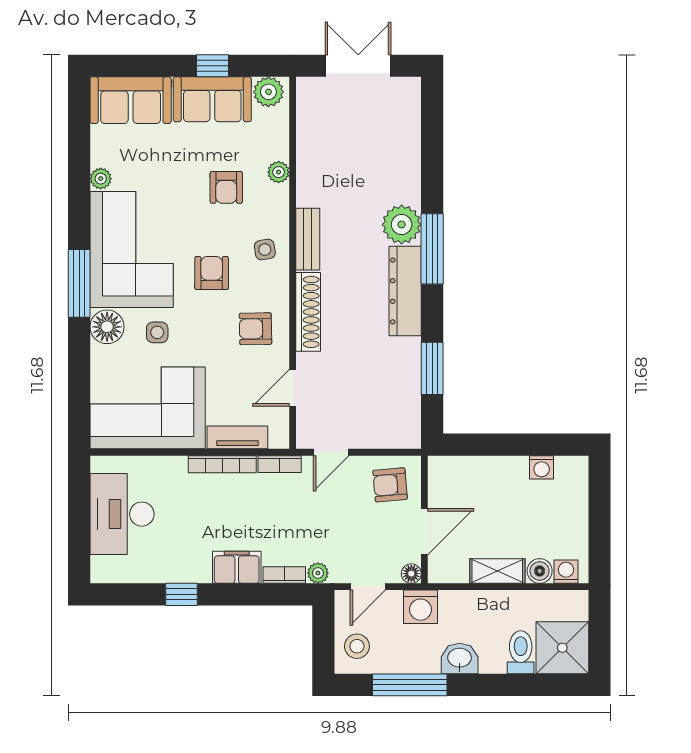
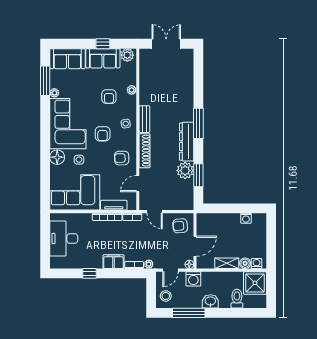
plant: (402, 225) -> (185, 171), moved
armchair: (212, 273) -> (103, 134), turned 180
window: (79, 283) -> (45, 81), moved
door: (331, 452) -> (155, 212), hinge flipped
shower: (562, 648) -> (255, 283), moved

